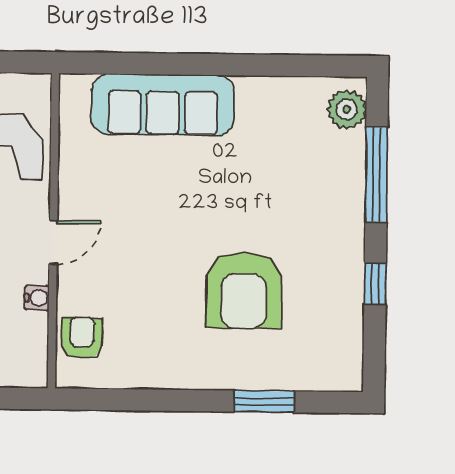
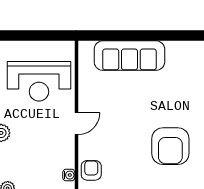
water cooler: (37, 298) -> (69, 175), moved

